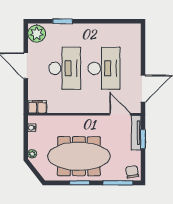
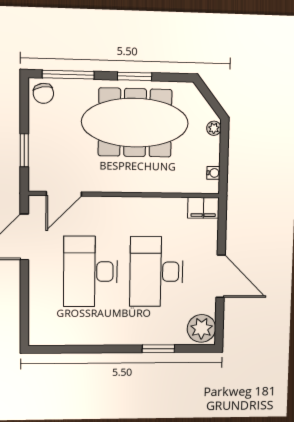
door: (120, 114) -> (64, 194), hinge flipped
tv unit: (136, 133) -> (36, 162), removed

